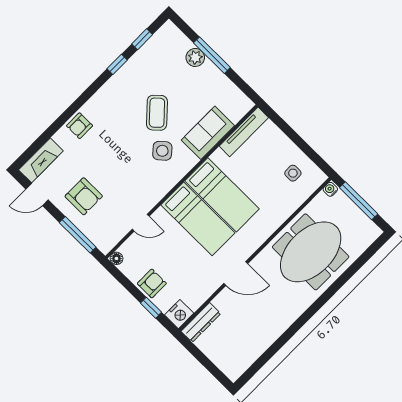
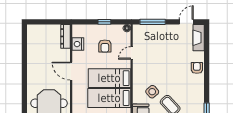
armchair: (84, 196) -> (166, 40), removed
door: (236, 274) -> (71, 71), hinge flipped
armchair: (152, 283) -> (105, 46), moved
window: (151, 308) -> (104, 22), moved
nightstand: (179, 314) -> (78, 44), moved

